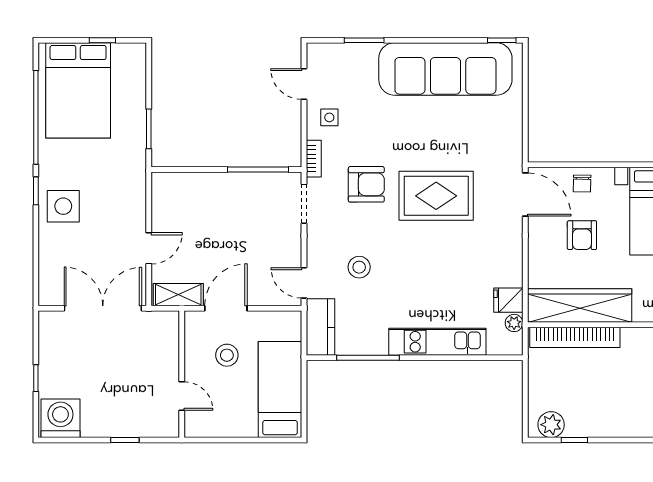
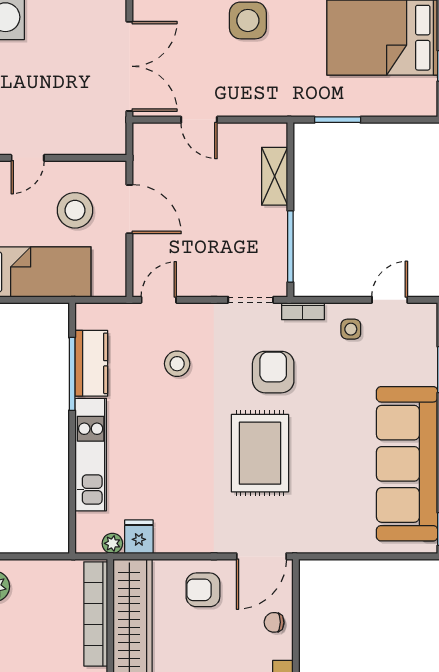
armchair: (366, 184) -> (273, 372), turned 180
armchair: (582, 235) -> (203, 590), moved
shelving: (178, 295) -> (275, 176), moved
kitchen counter: (321, 327) -> (91, 363), moved, turned -90
stool: (227, 355) -> (75, 210), width x1.38, depth x1.38

